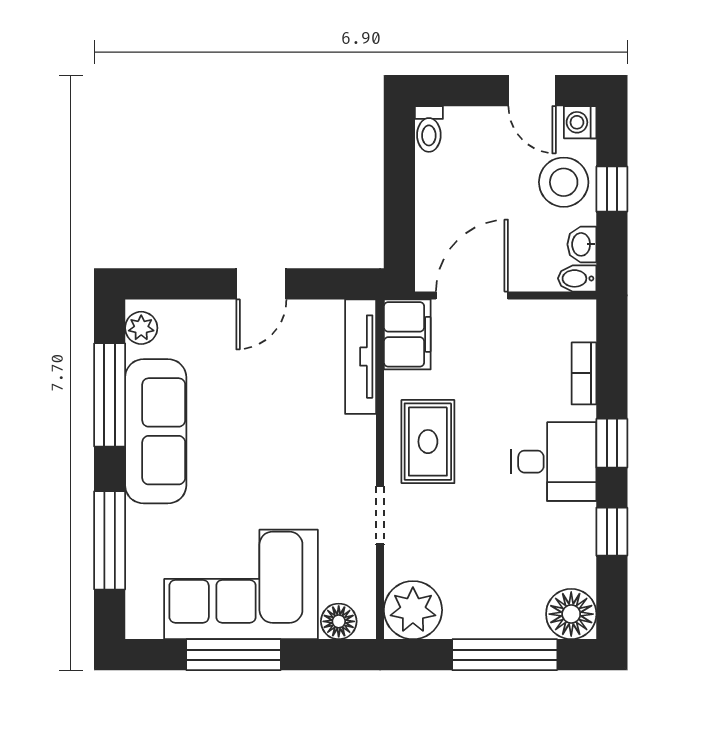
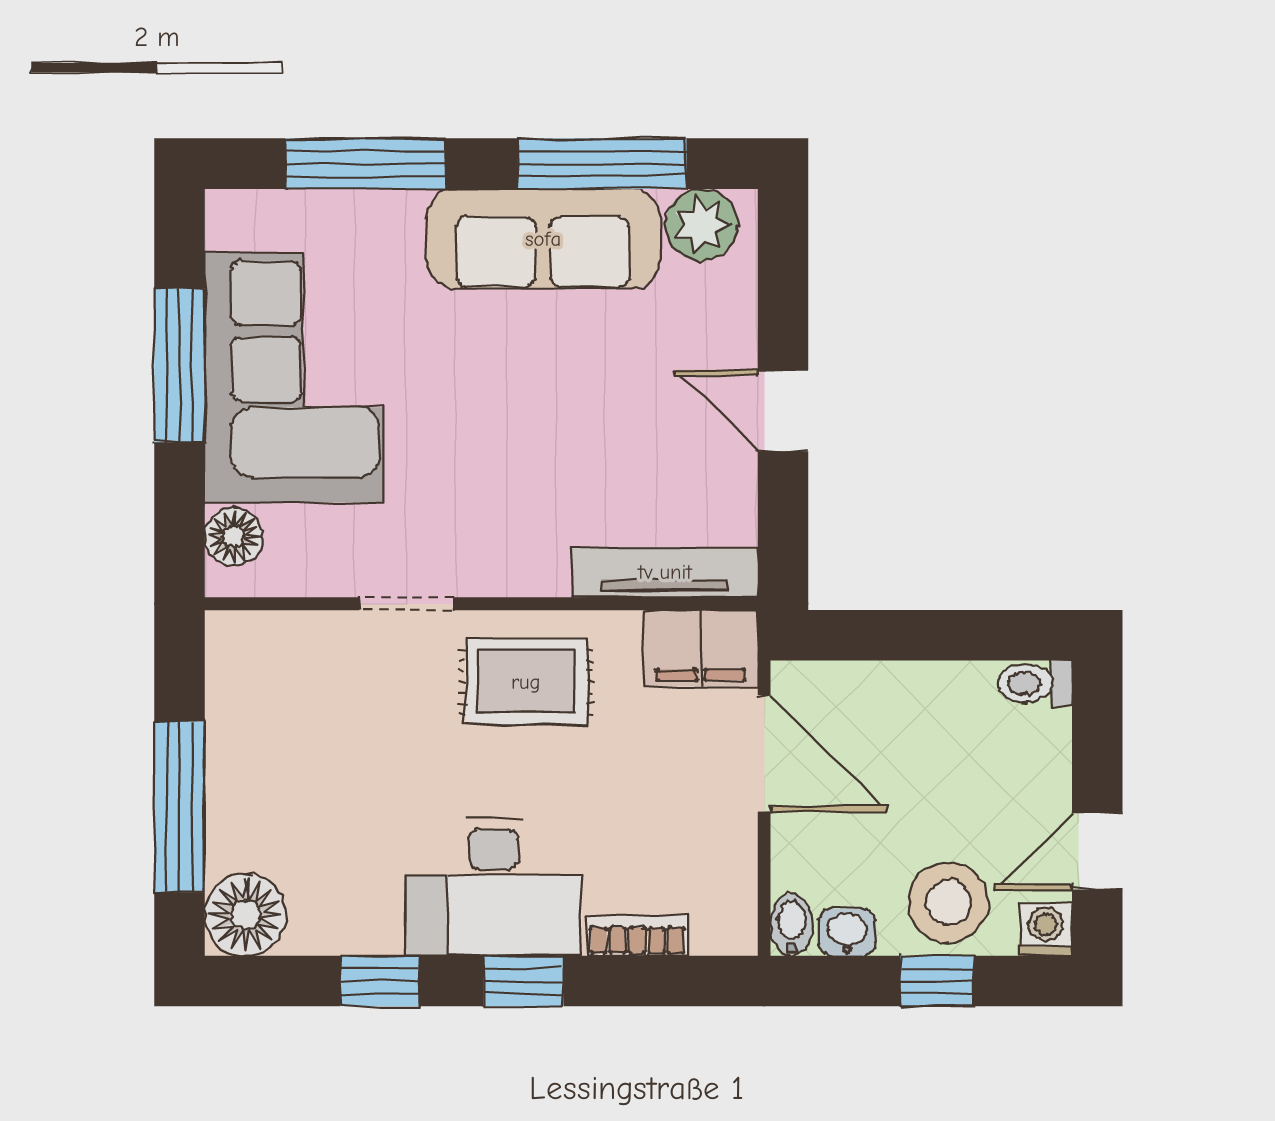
plant: (141, 328) -> (701, 225), width x1.38, depth x1.38
desk: (554, 462) -> (494, 887), width x1.37
plant: (413, 610) -> (252, 657), removed

